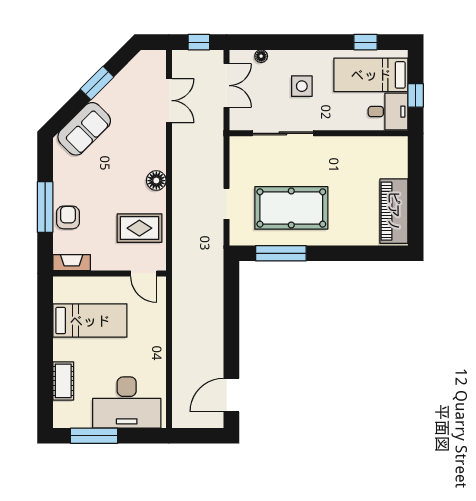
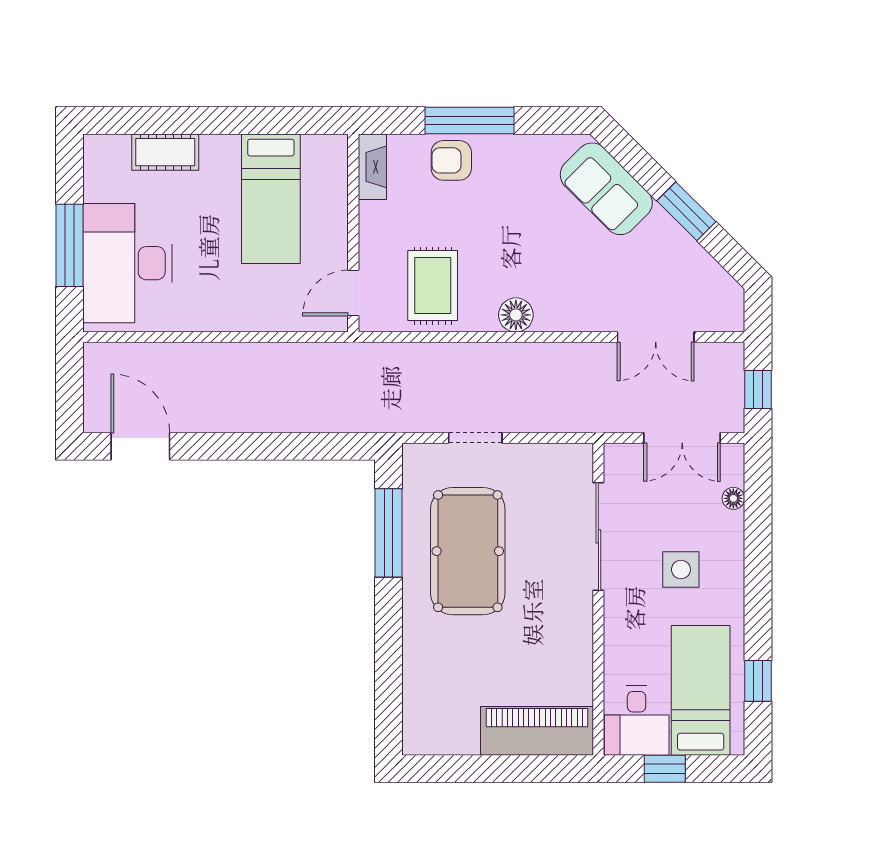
piano: (394, 211) -> (537, 731), moved
armchair: (68, 217) -> (451, 160), turned 180
window: (94, 436) -> (69, 245), moved

